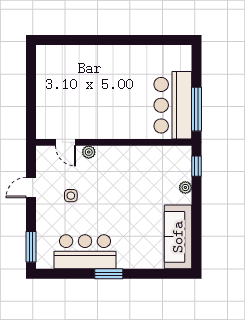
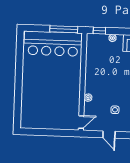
bar counter: (173, 105) -> (53, 44), width x1.36
door: (66, 142) -> (81, 122), moved

